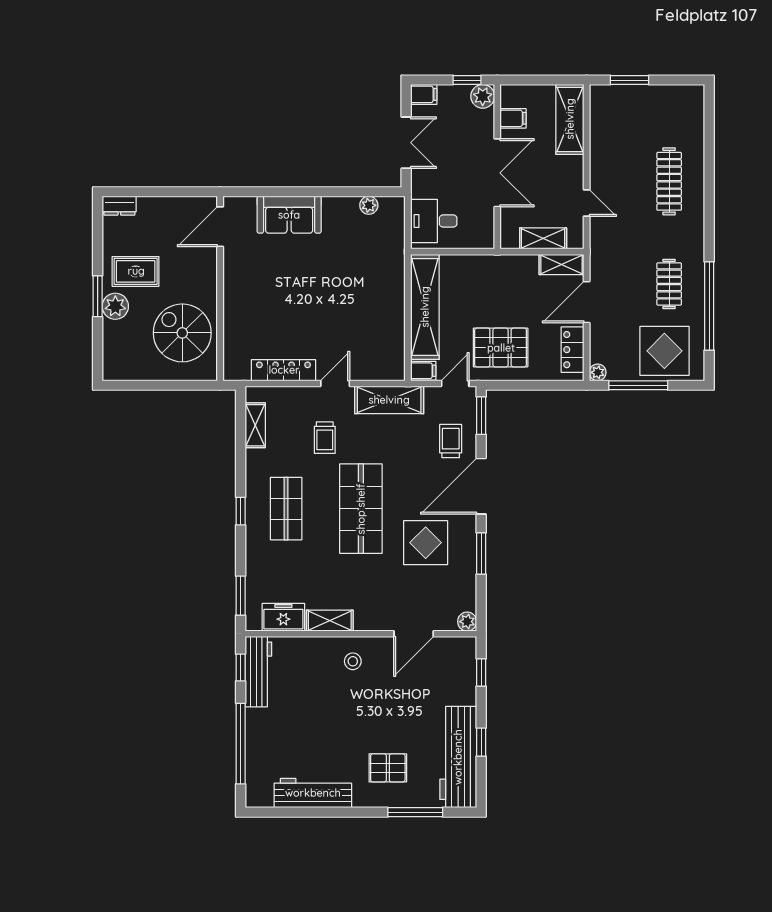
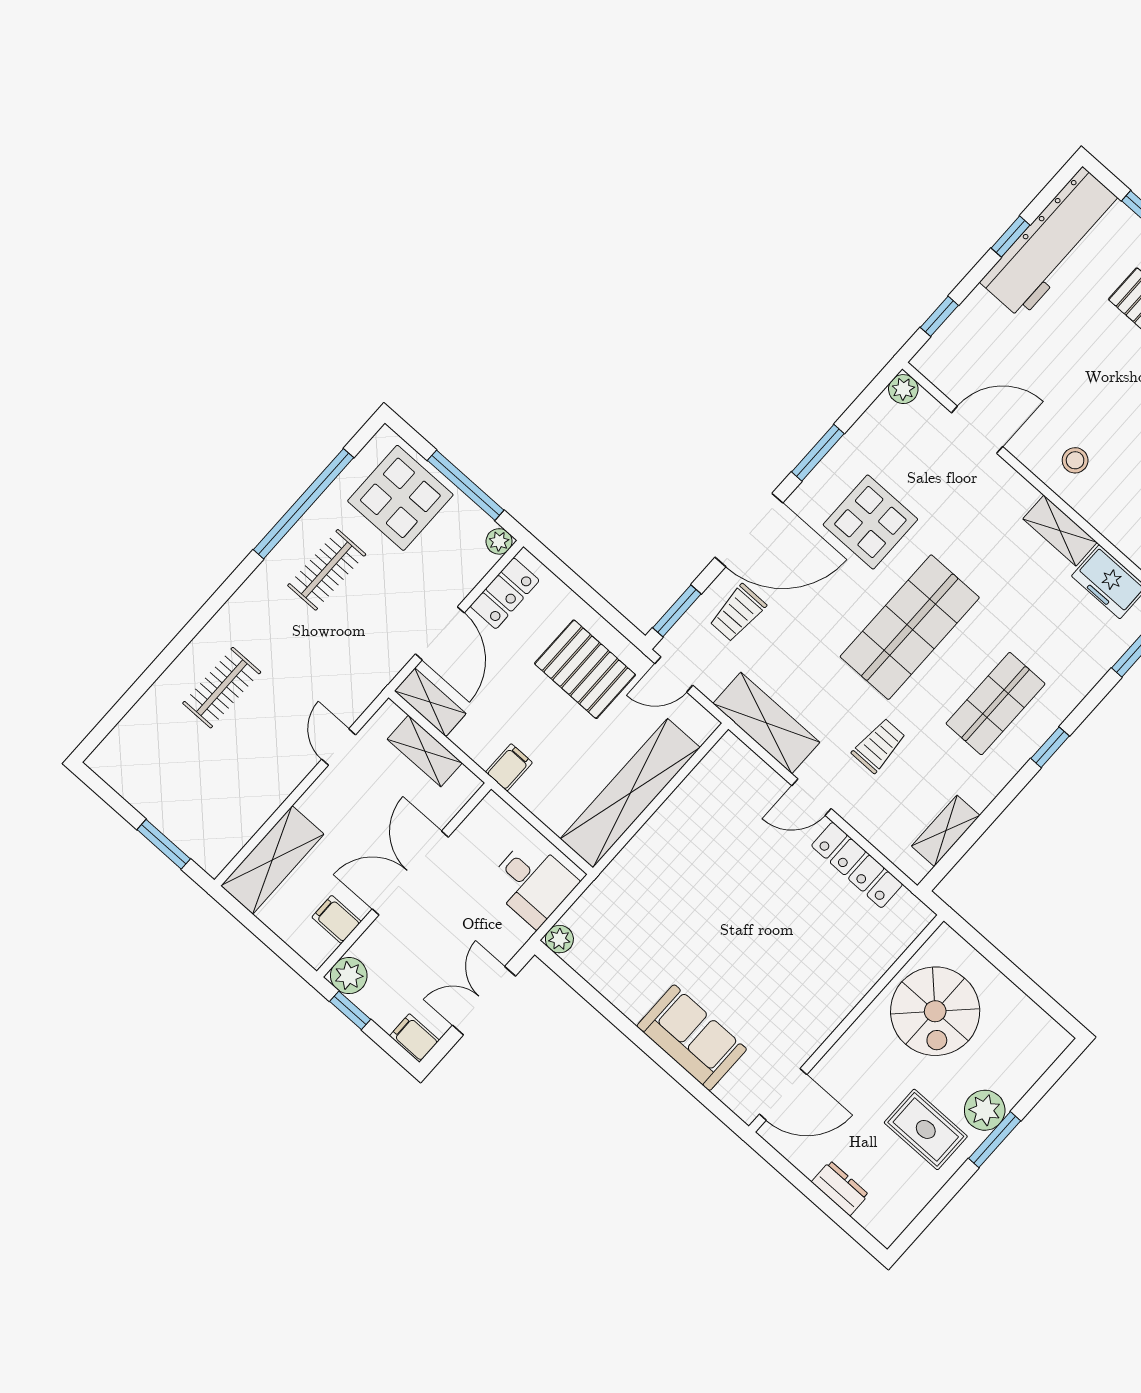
clothes rail: (669, 181) -> (222, 688), width x0.73
plant: (369, 205) -> (559, 939), moved
dresser: (119, 206) -> (840, 1188), moved
door: (587, 302) -> (440, 633), hinge flipped
filing cabinet: (423, 371) -> (509, 767), moved, turned 90

